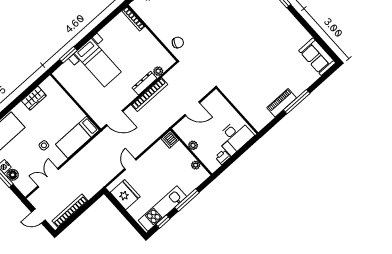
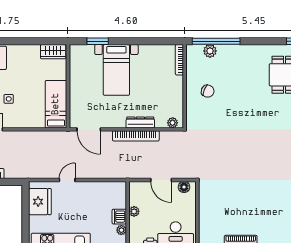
chair: (178, 43) -> (208, 91), moved
plant: (158, 71) -> (173, 123), moved
wardrobe: (34, 98) -> (53, 52), moved
floor lamp: (211, 100) -> (184, 187), added
bed: (77, 137) -> (56, 104), moved, turned 90
dishwasher: (170, 139) -> (119, 217), moved

